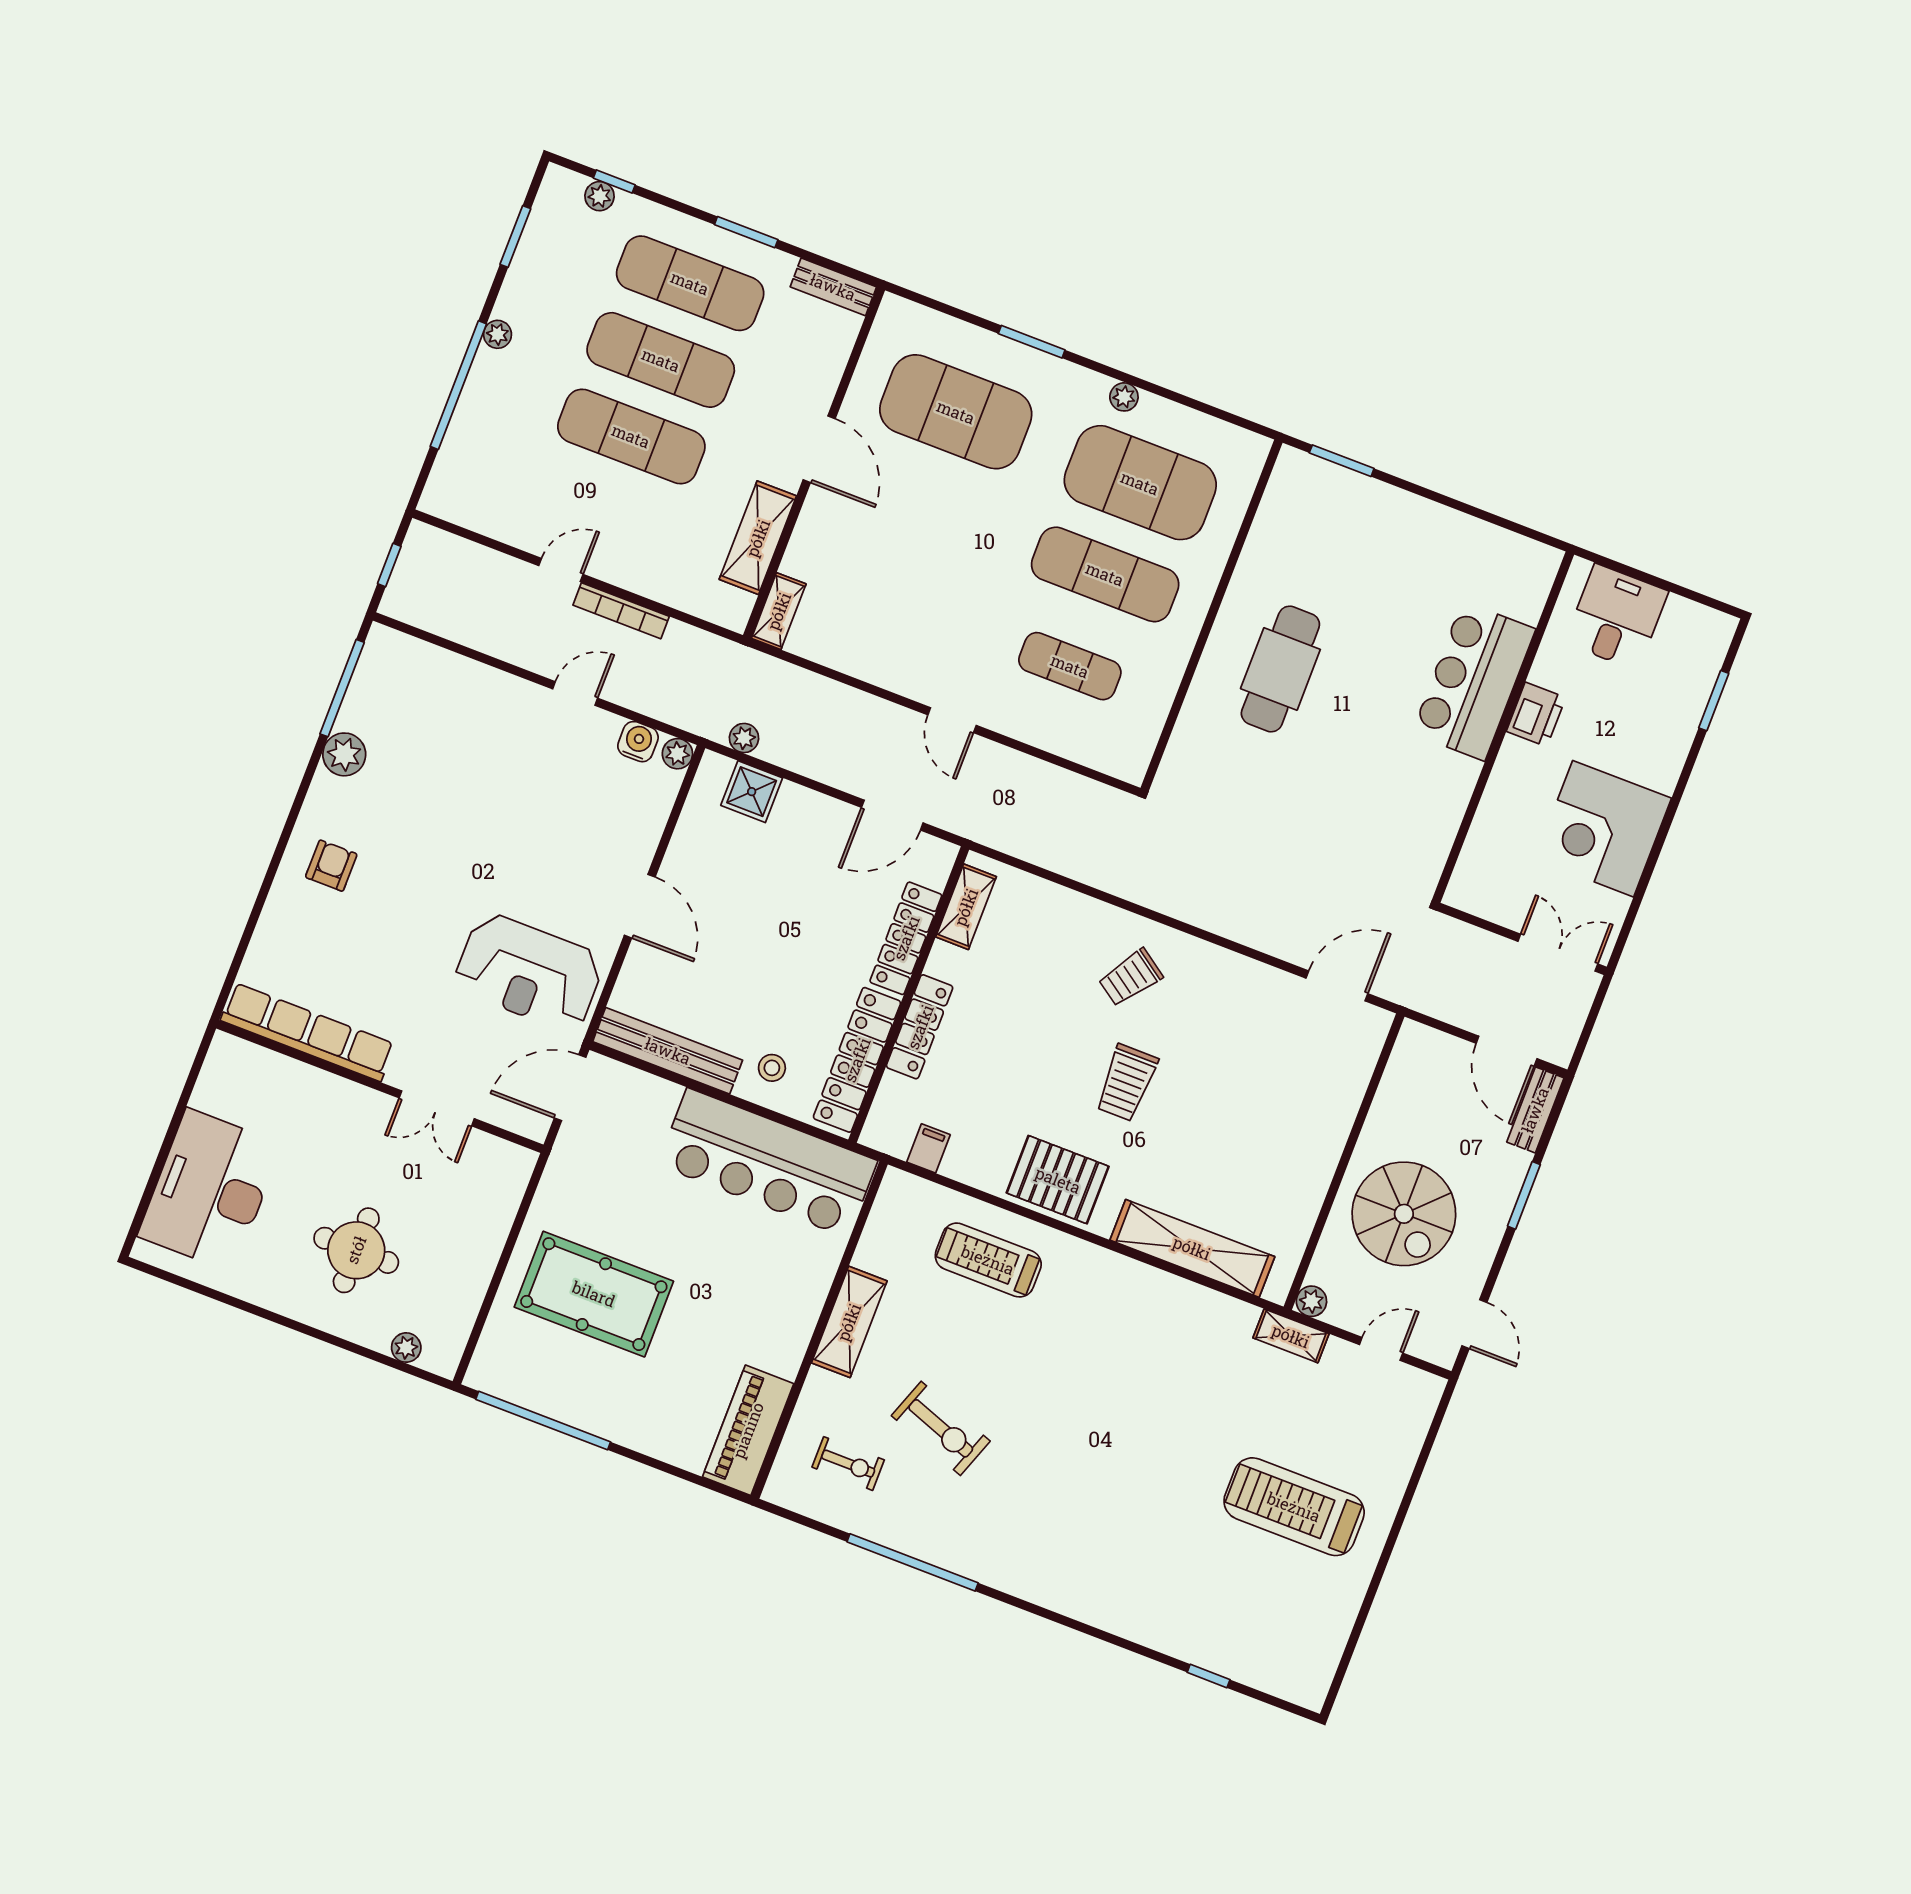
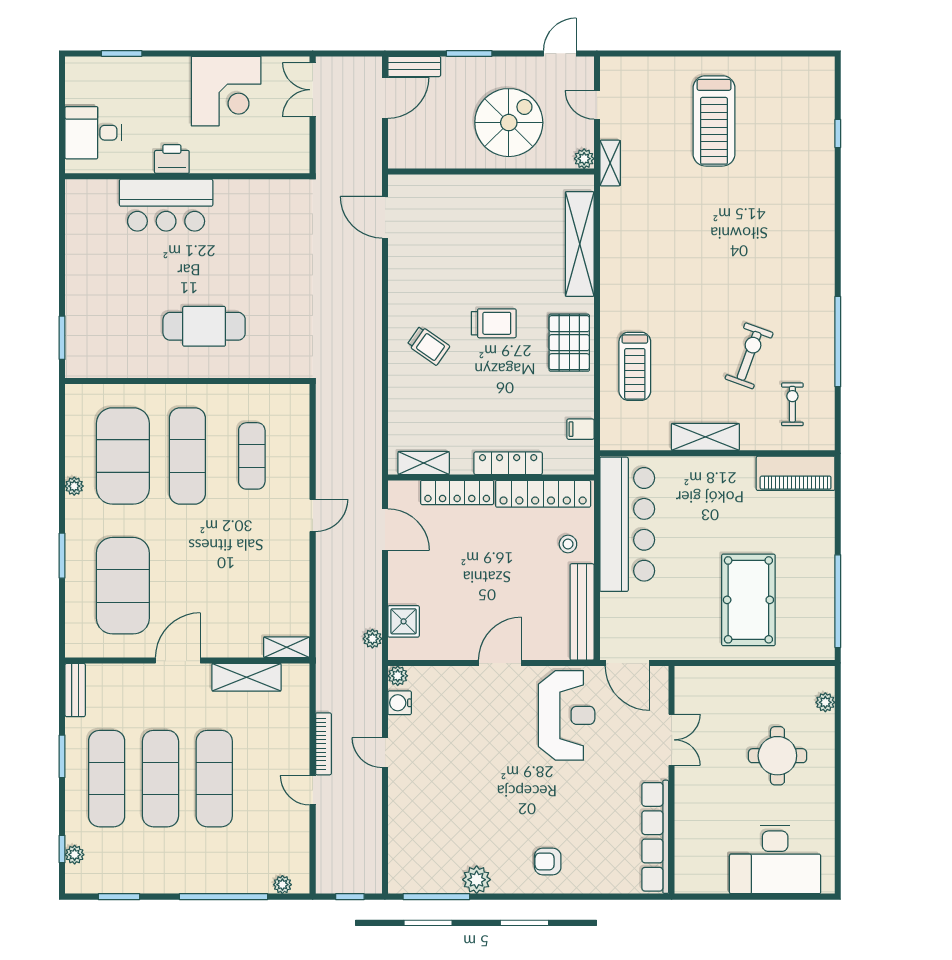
plant: (497, 334) -> (282, 885), moved

